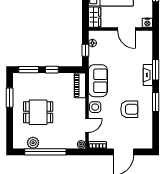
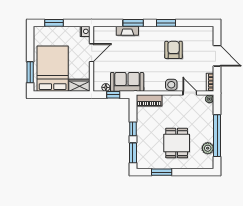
fireplace: (148, 75) -> (127, 31), moved
sofa: (98, 81) -> (127, 82), moved

